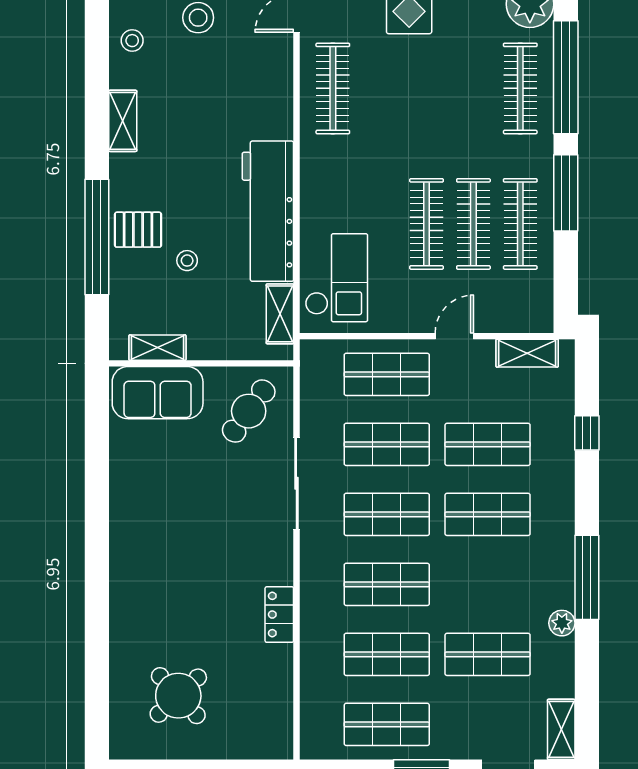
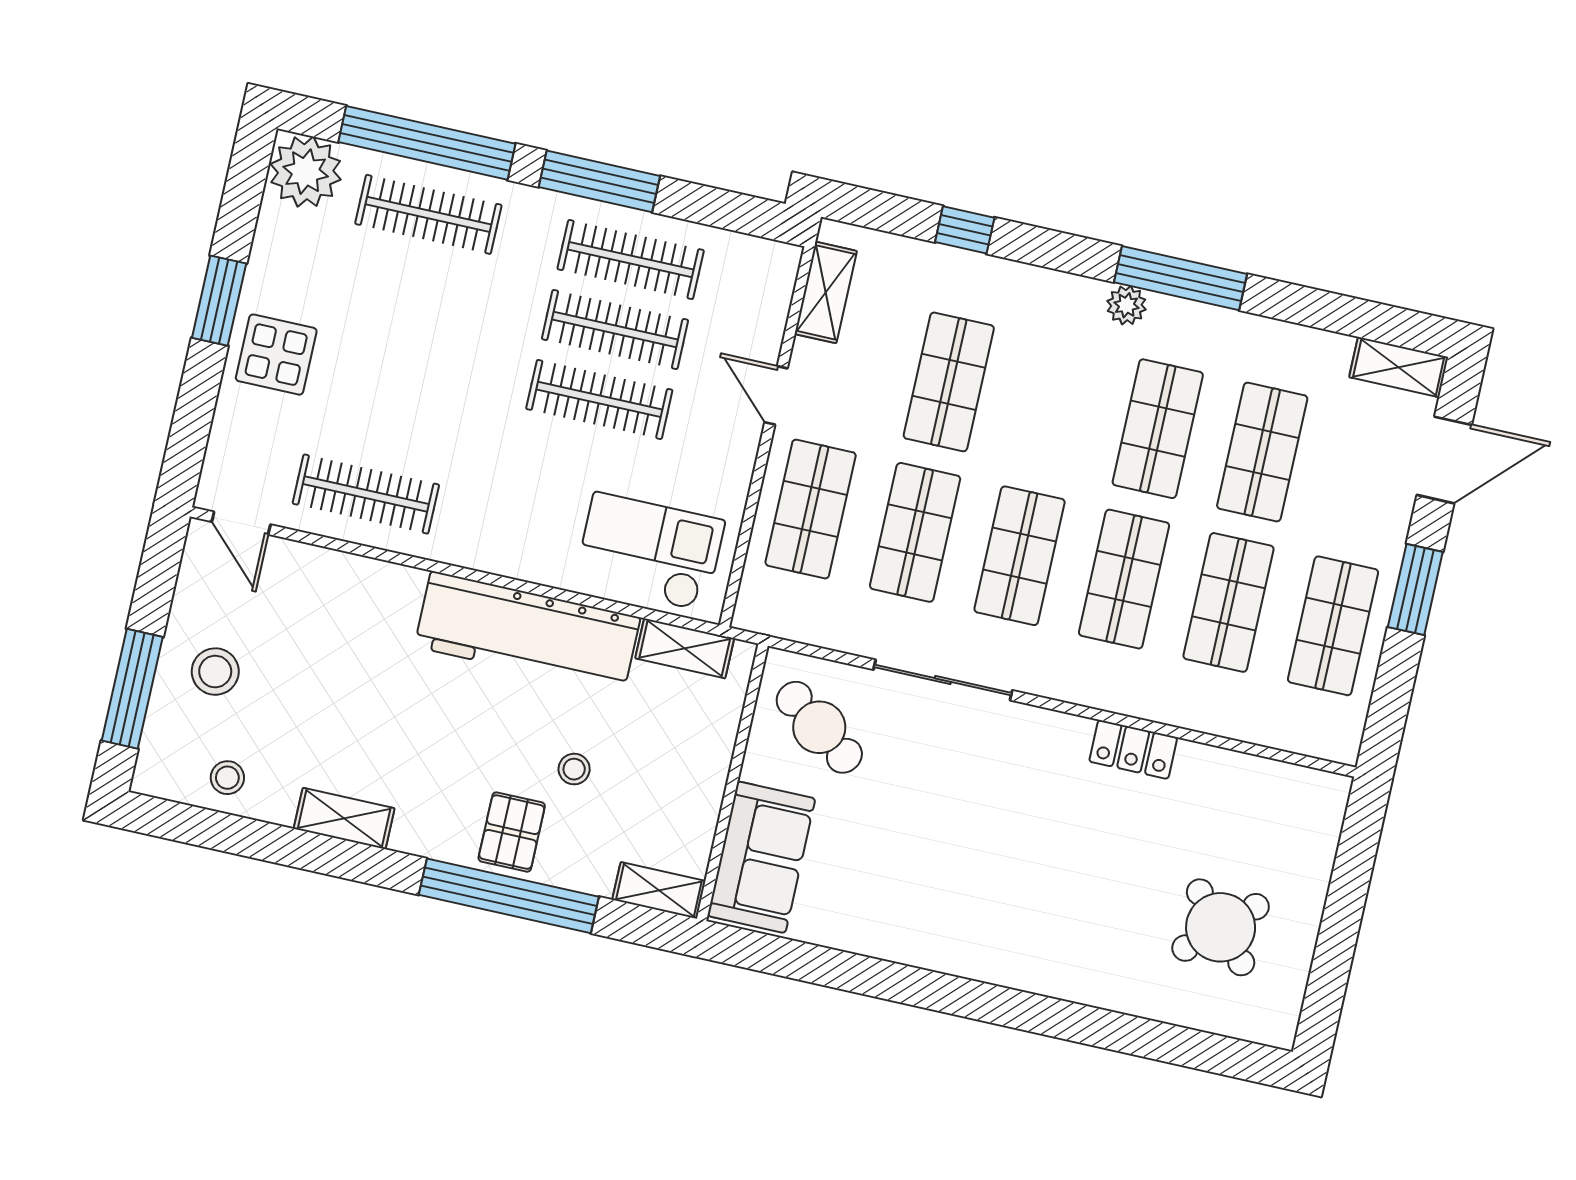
shelving: (157, 348) -> (659, 890), moved, turned 90
shop shelf: (488, 514) -> (1158, 429), moved
plant: (562, 623) -> (1126, 305), moved

